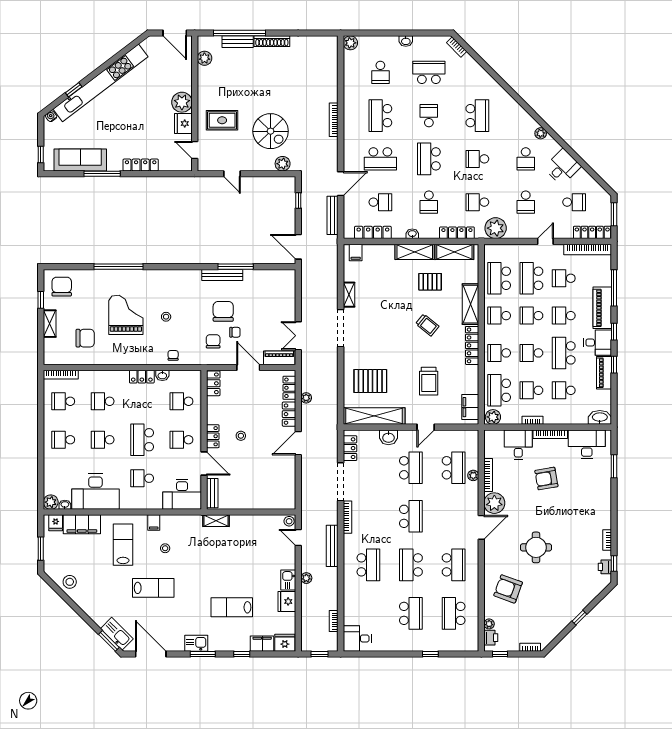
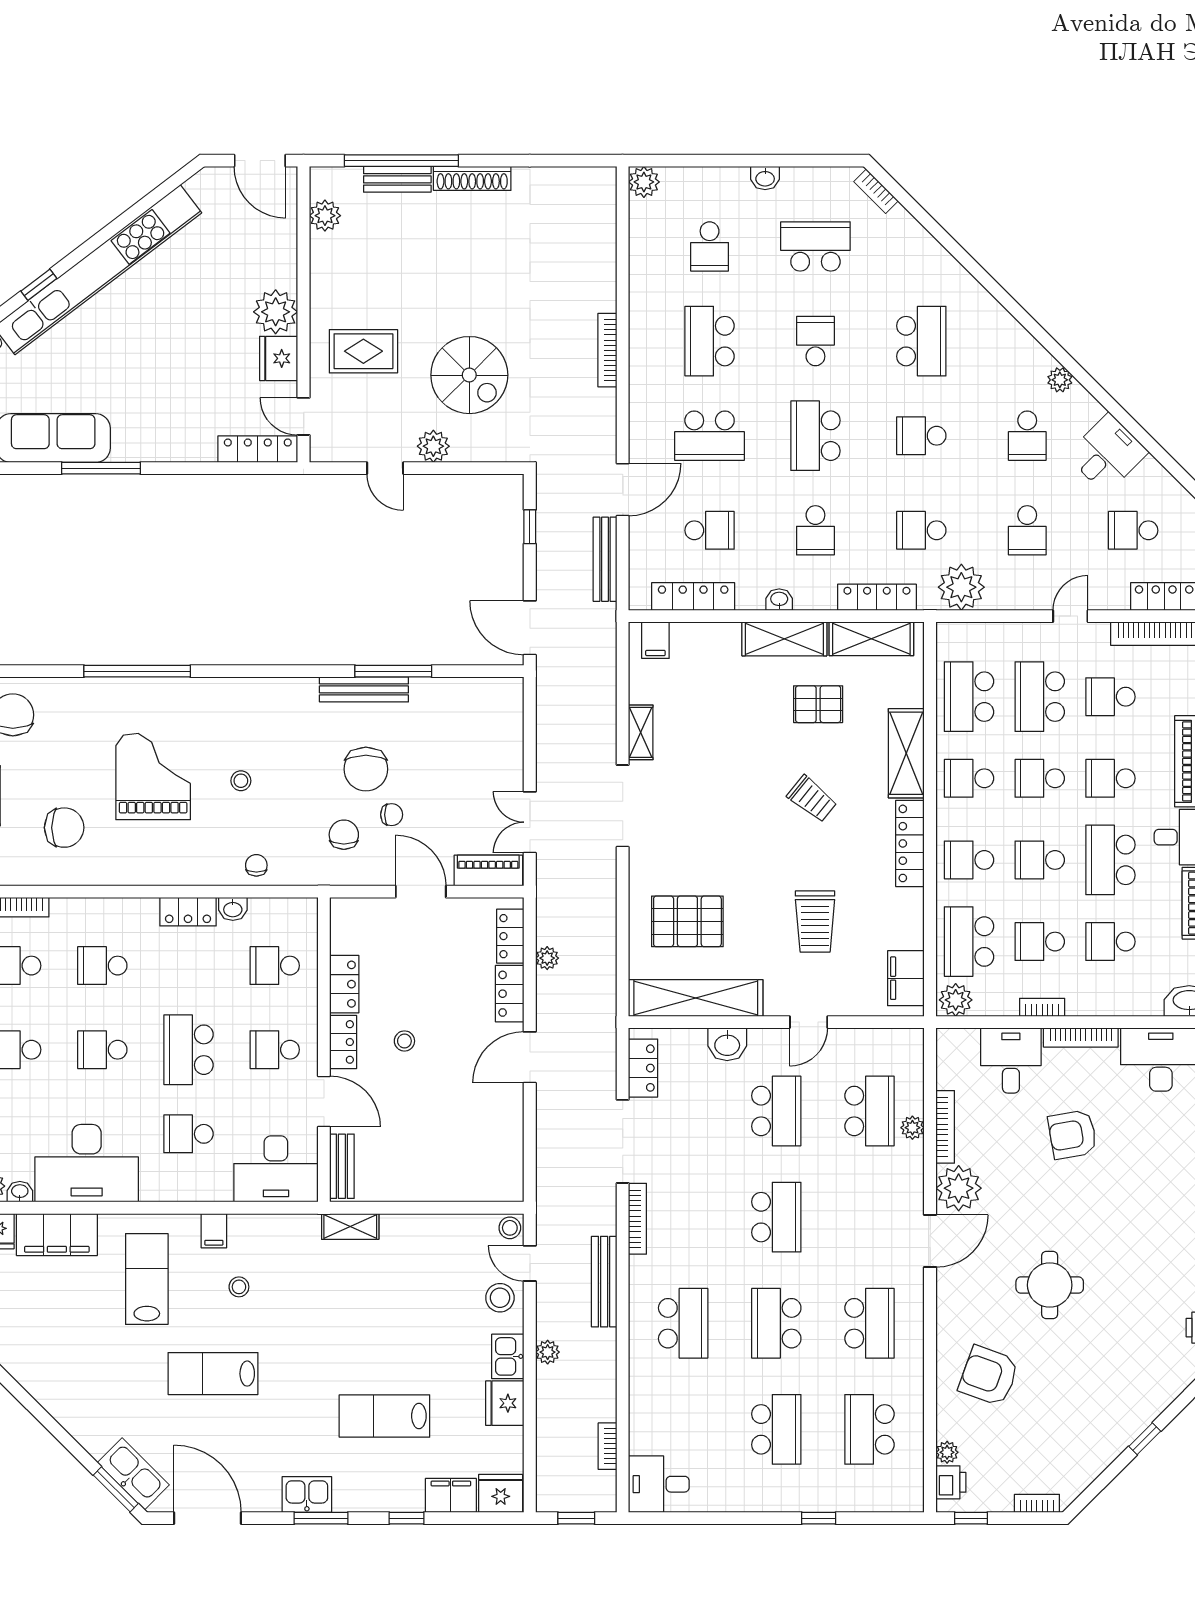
plant: (283, 164) -> (433, 446), moved
locker: (141, 165) -> (258, 449), moved
school desk: (574, 202) -> (1133, 530), turned 180
chair: (223, 311) -> (366, 769), turned 180
locker: (213, 383) -> (344, 984), moved
stool: (70, 582) -> (500, 1298), moved
lab bench: (153, 588) -> (213, 1374), turned 180

